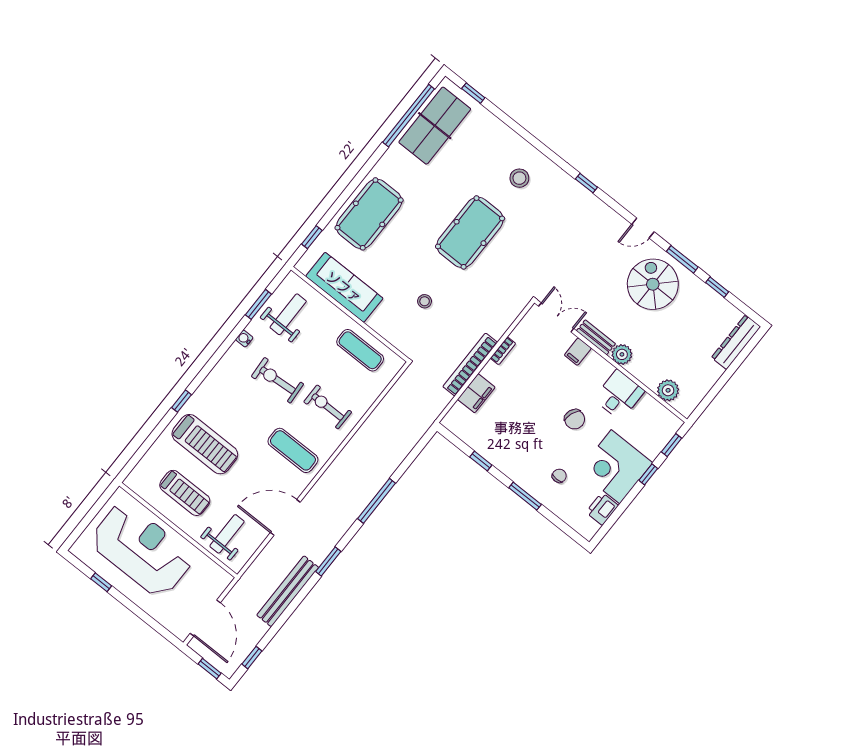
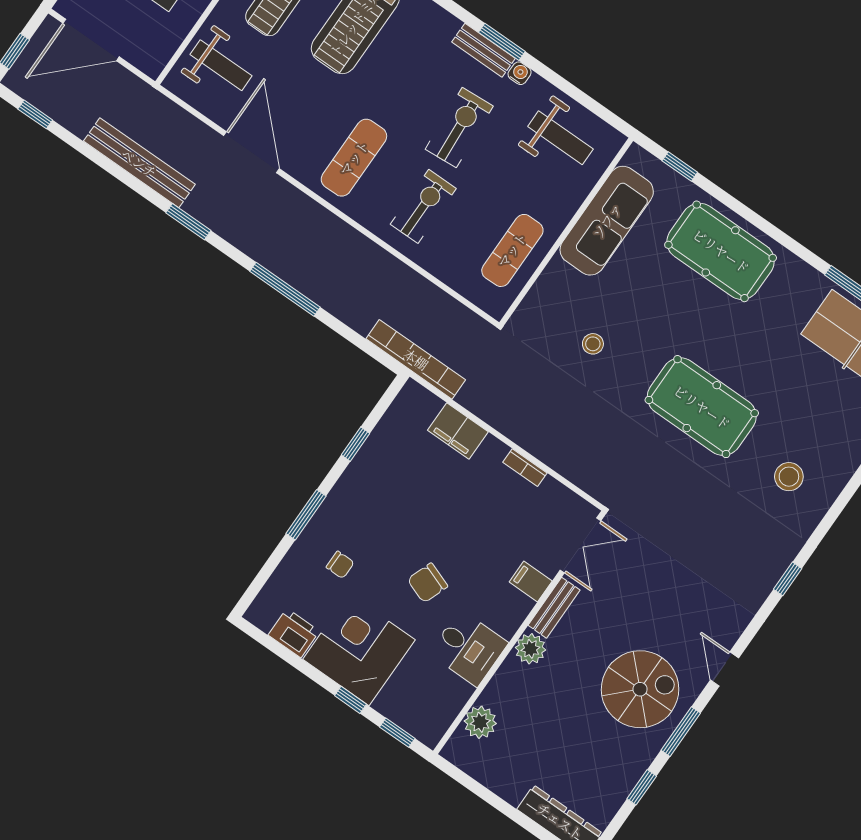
window: (258, 304) -> (502, 42), moved
bench: (228, 361) -> (483, 50), added
bookcase: (470, 365) -> (416, 359), moved

